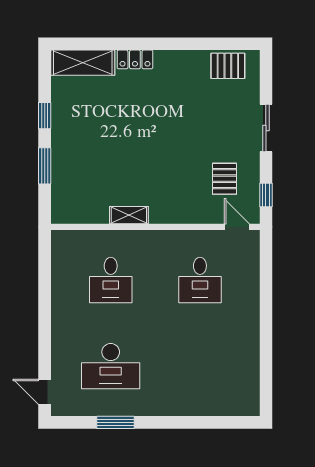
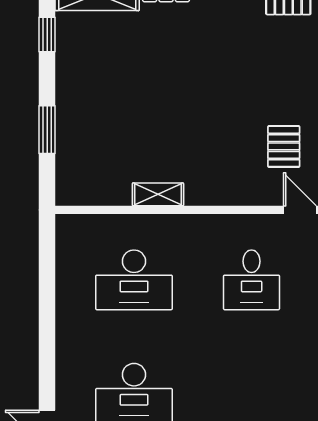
window: (45, 116) -> (47, 34), moved
desk: (111, 280) -> (134, 280), width x1.37

